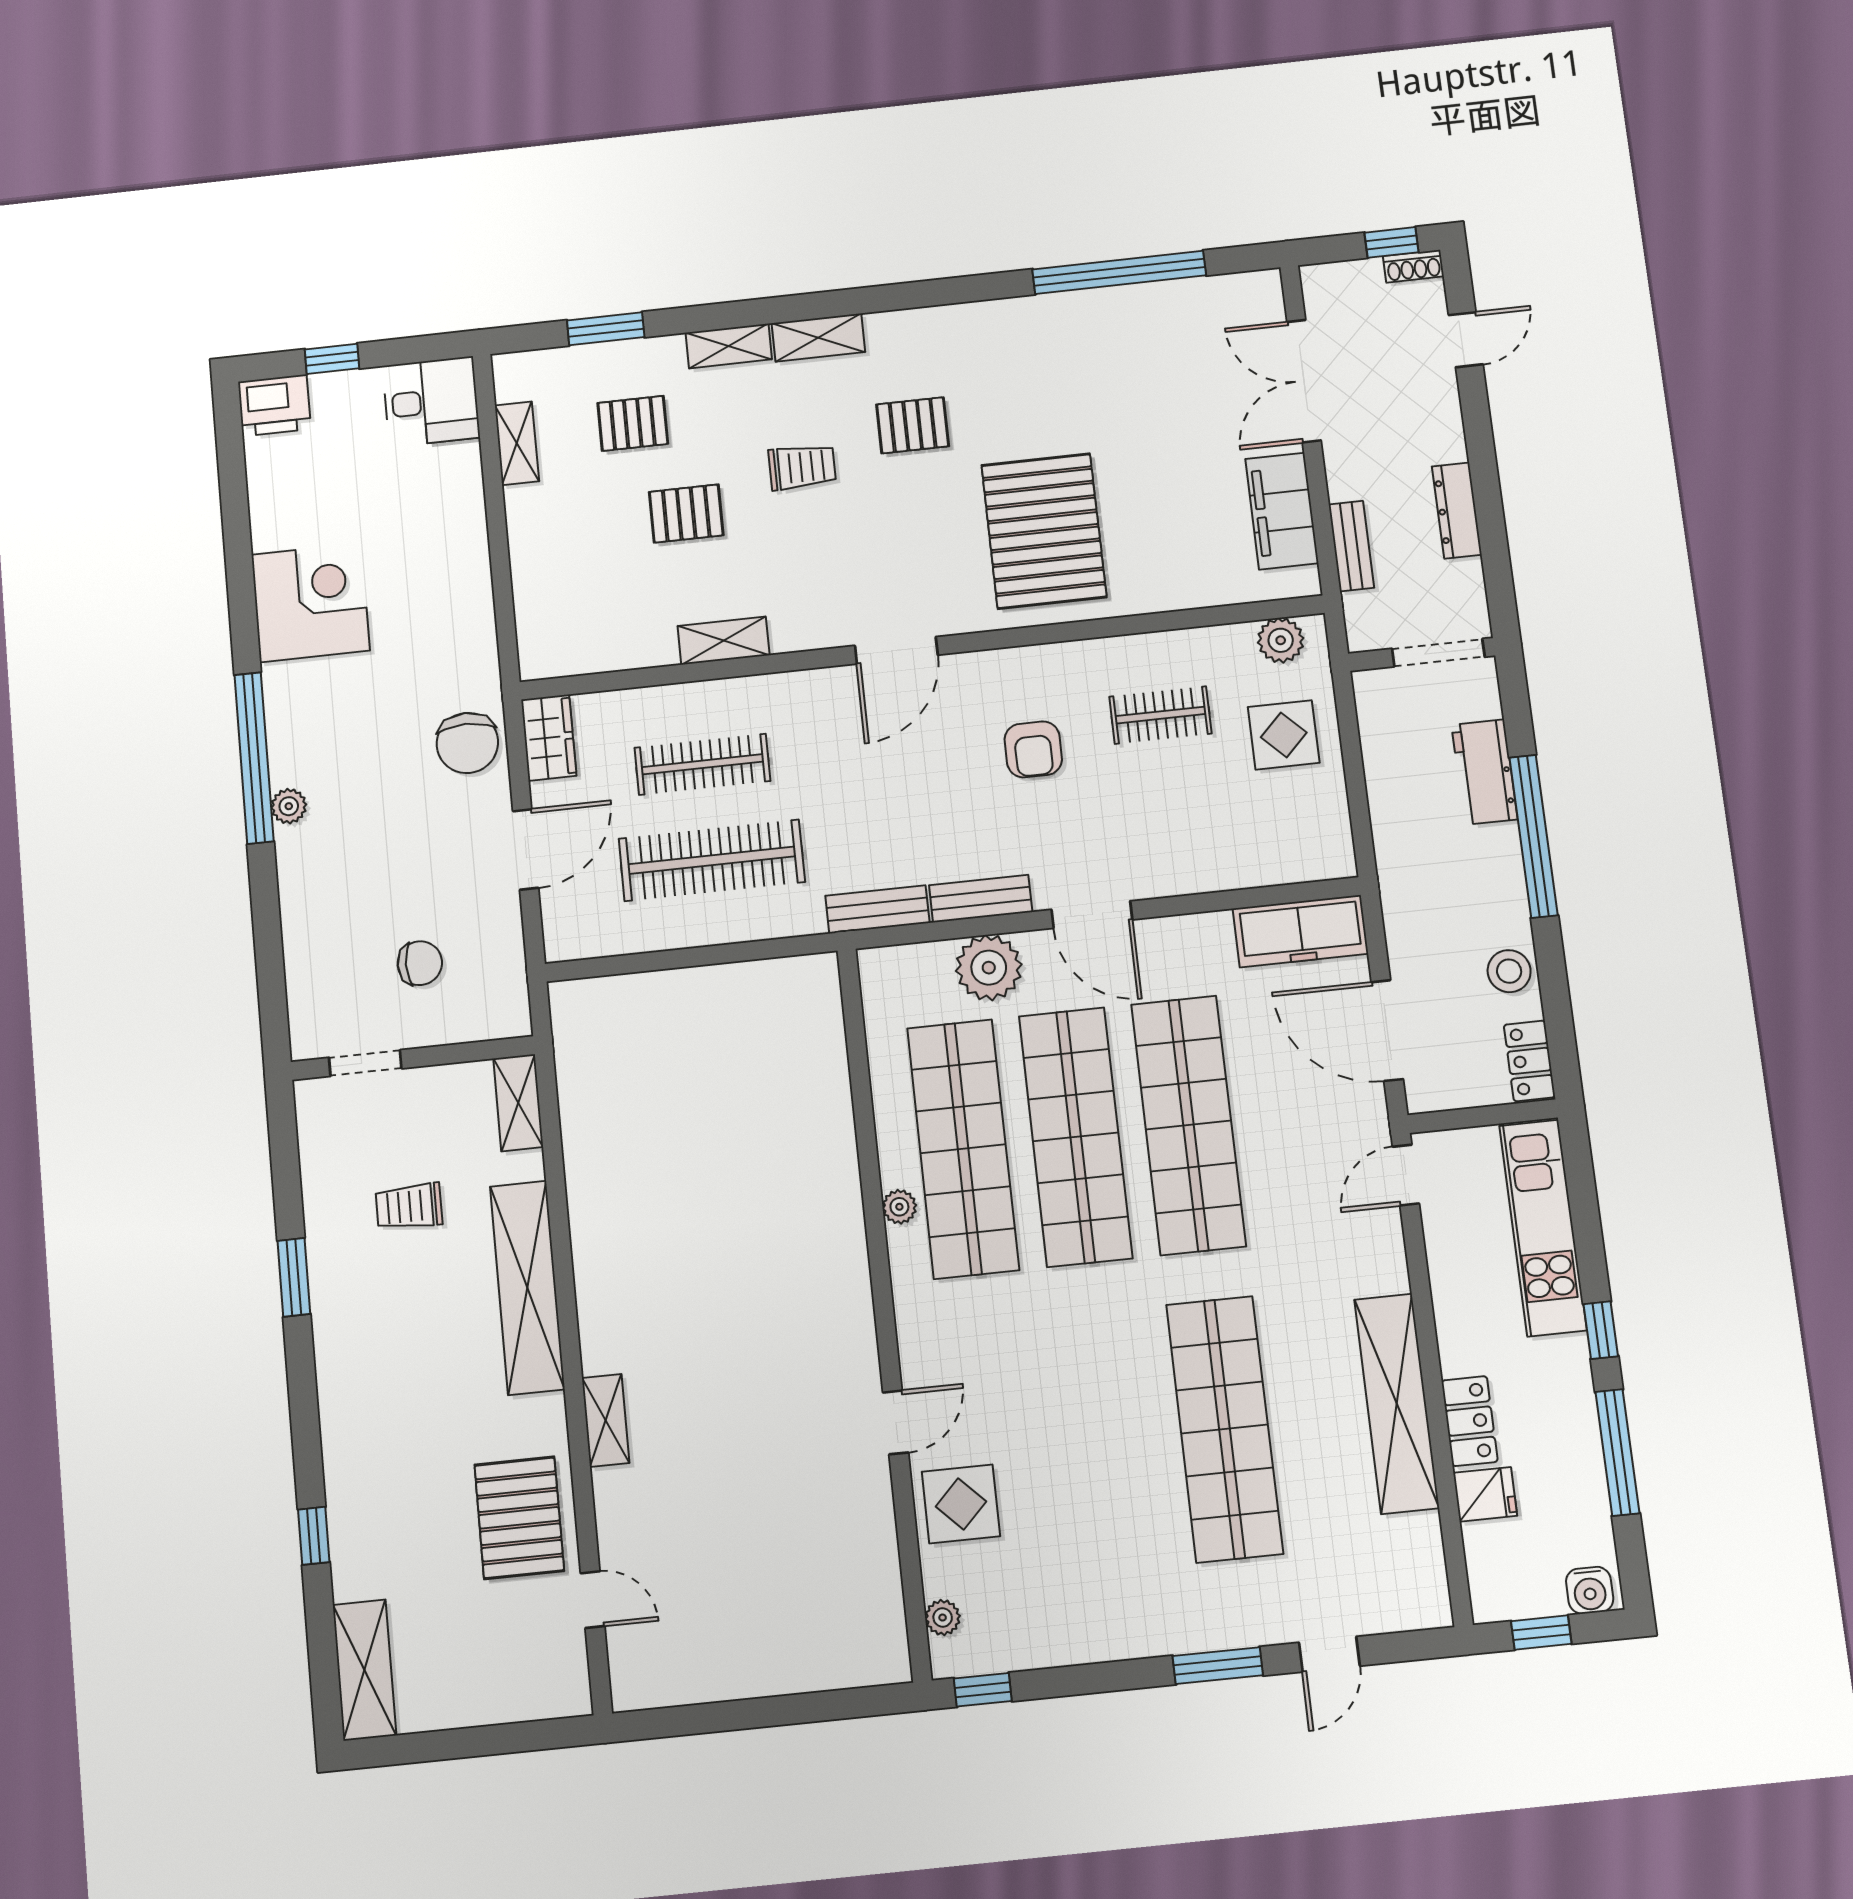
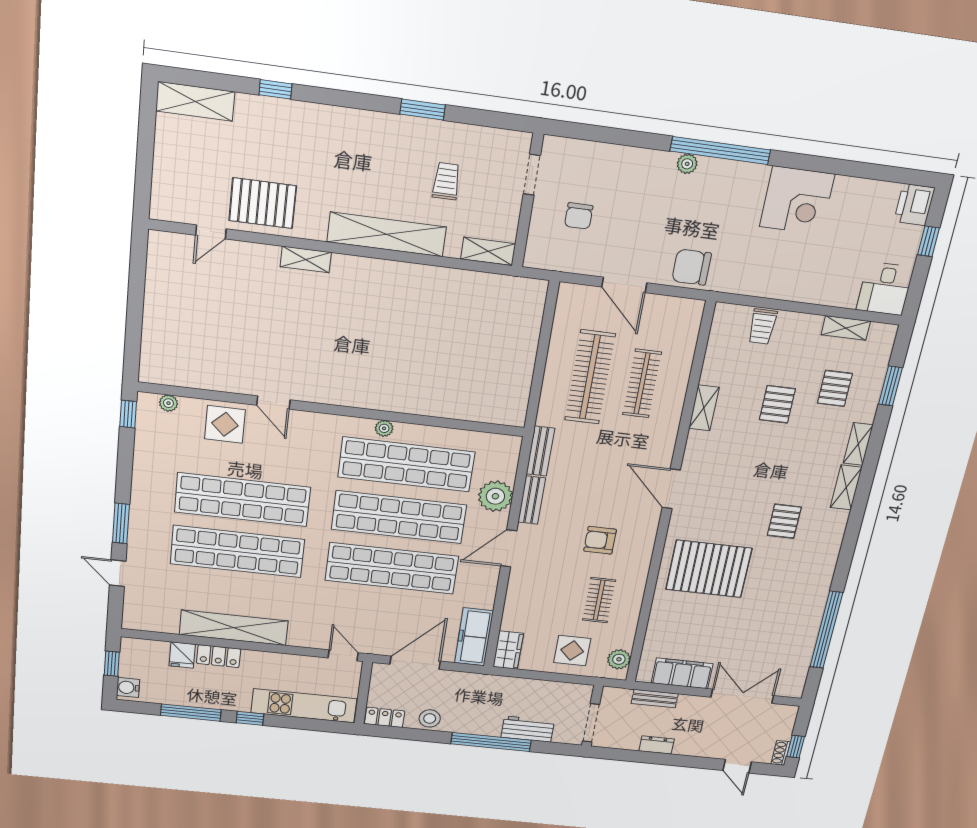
trolley: (802, 467) -> (762, 327), moved
dresser: (1457, 511) -> (657, 745), width x0.70
wardrobe: (549, 738) -> (508, 650), moved, turned -90
shop shelf: (1110, 1441) -> (243, 500), added

